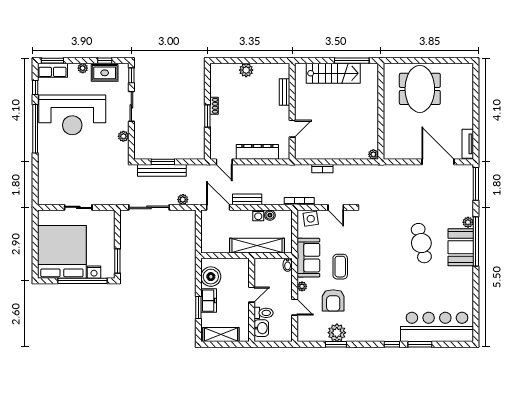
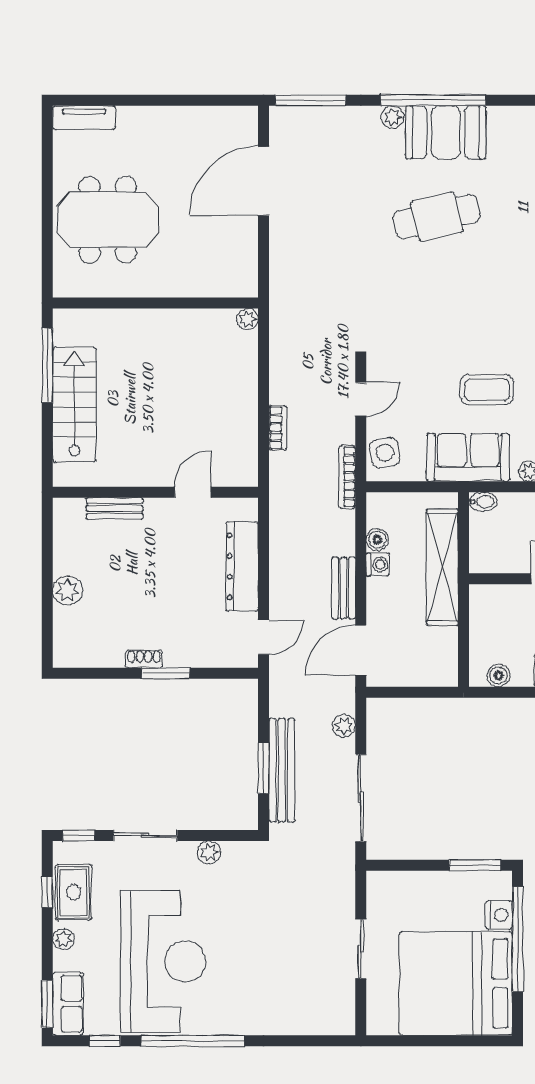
door: (292, 129) -> (193, 492), hinge flipped
tv unit: (468, 144) -> (84, 118), moved
boiler: (211, 277) -> (499, 675), width x0.54, depth x0.54

